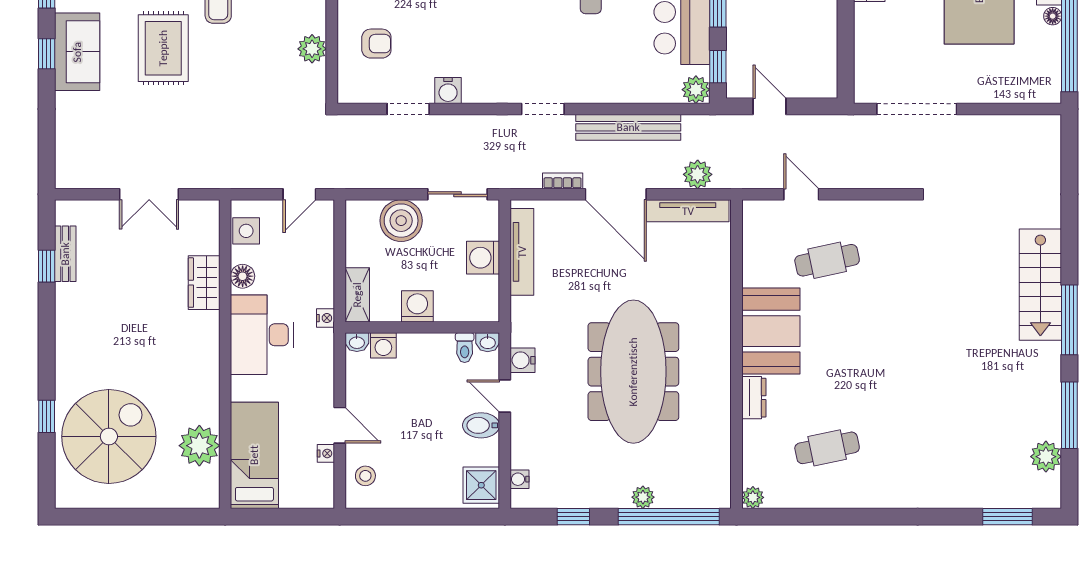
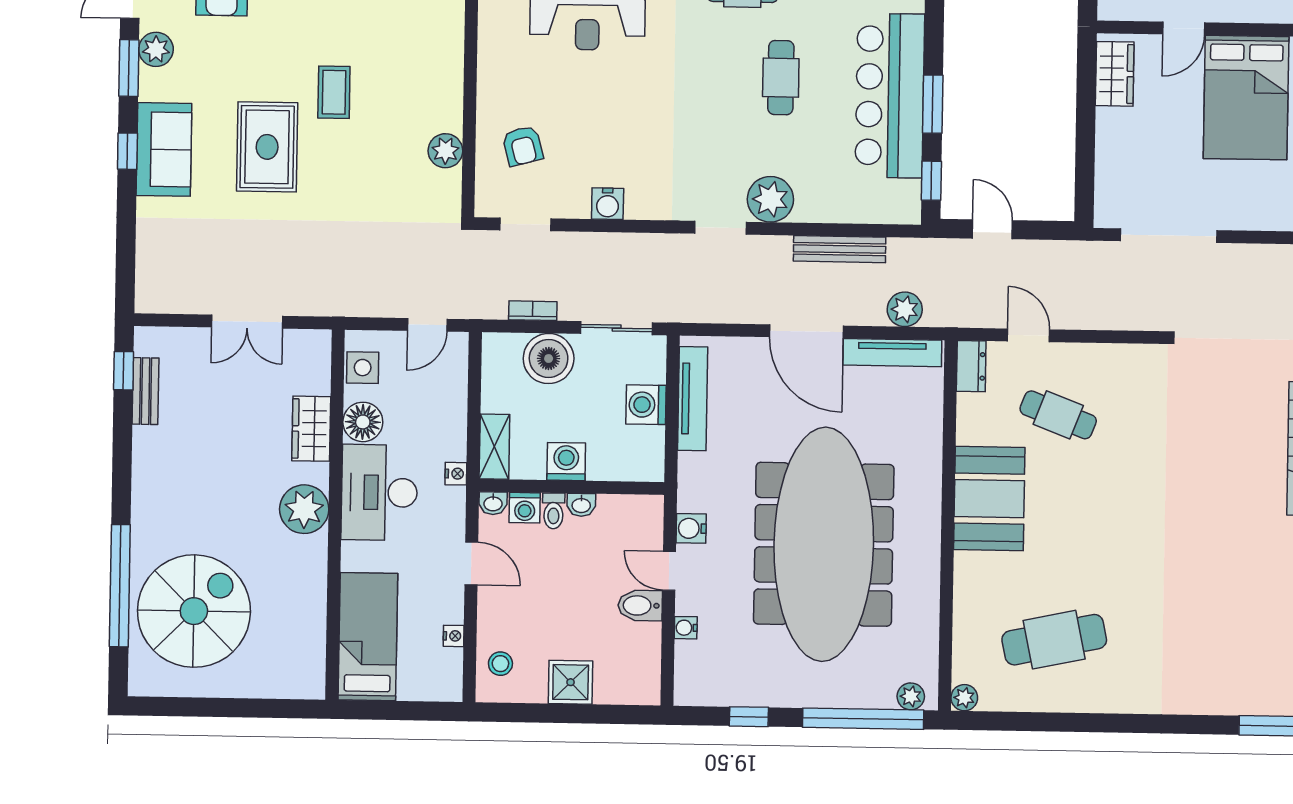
armchair: (376, 44) -> (523, 146), turned 75
plant: (696, 90) -> (770, 199), moved, width x1.36, depth x1.36
doorway: (408, 109) -> (525, 224), moved
bench: (628, 127) -> (840, 249), width x0.73, depth x0.82
bookcase: (563, 181) -> (533, 311), moved
cafe table: (827, 260) -> (1058, 415), turned 33
window: (47, 266) -> (124, 371), moved
floor lamp: (243, 276) -> (363, 422), width x1.38, depth x1.38
washbasin: (488, 342) -> (581, 505), moved
toilet: (465, 348) -> (553, 511), moved
meeting table: (633, 372) -> (824, 544), width x1.36, depth x1.27
dresser: (754, 398) -> (971, 366), moved
window: (47, 416) -> (120, 586), width x3.17
door: (340, 425) -> (471, 563), moved
plant: (199, 446) -> (304, 509), moved
cafe table: (827, 448) -> (1054, 640), width x1.37, depth x1.35
water cooler: (519, 479) -> (686, 628), moved
shower: (481, 485) -> (571, 682), moved
plant: (643, 497) -> (911, 696), moved

